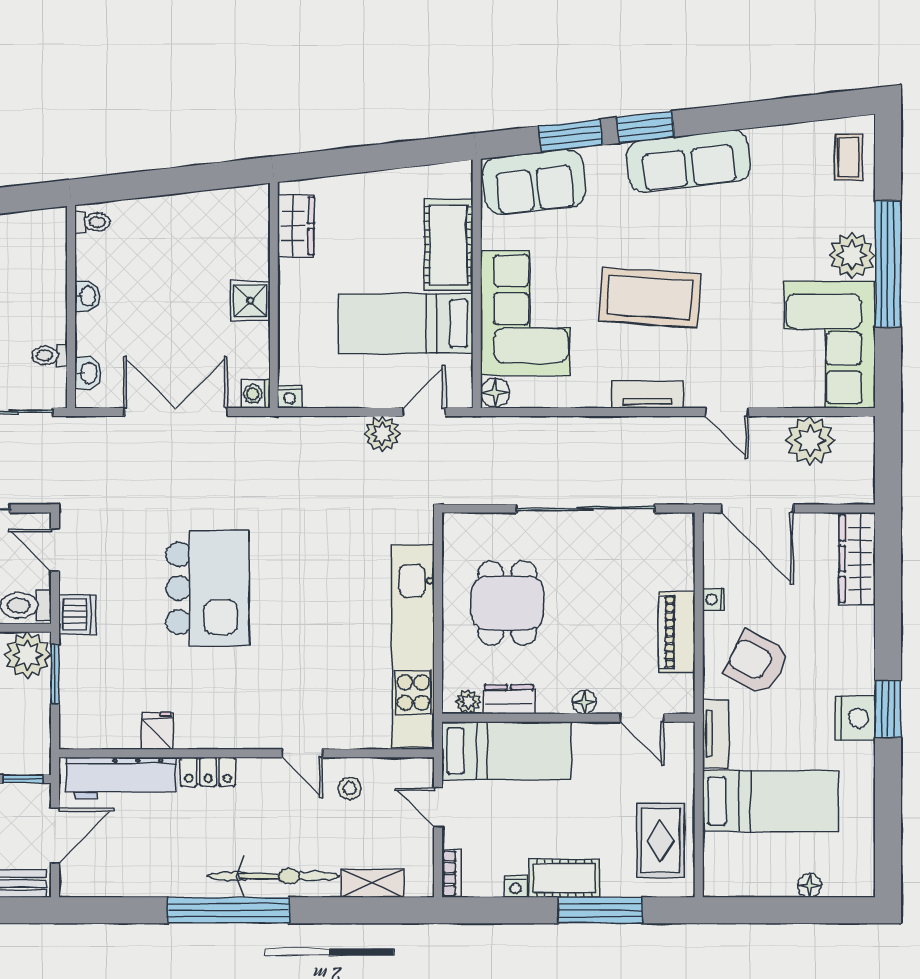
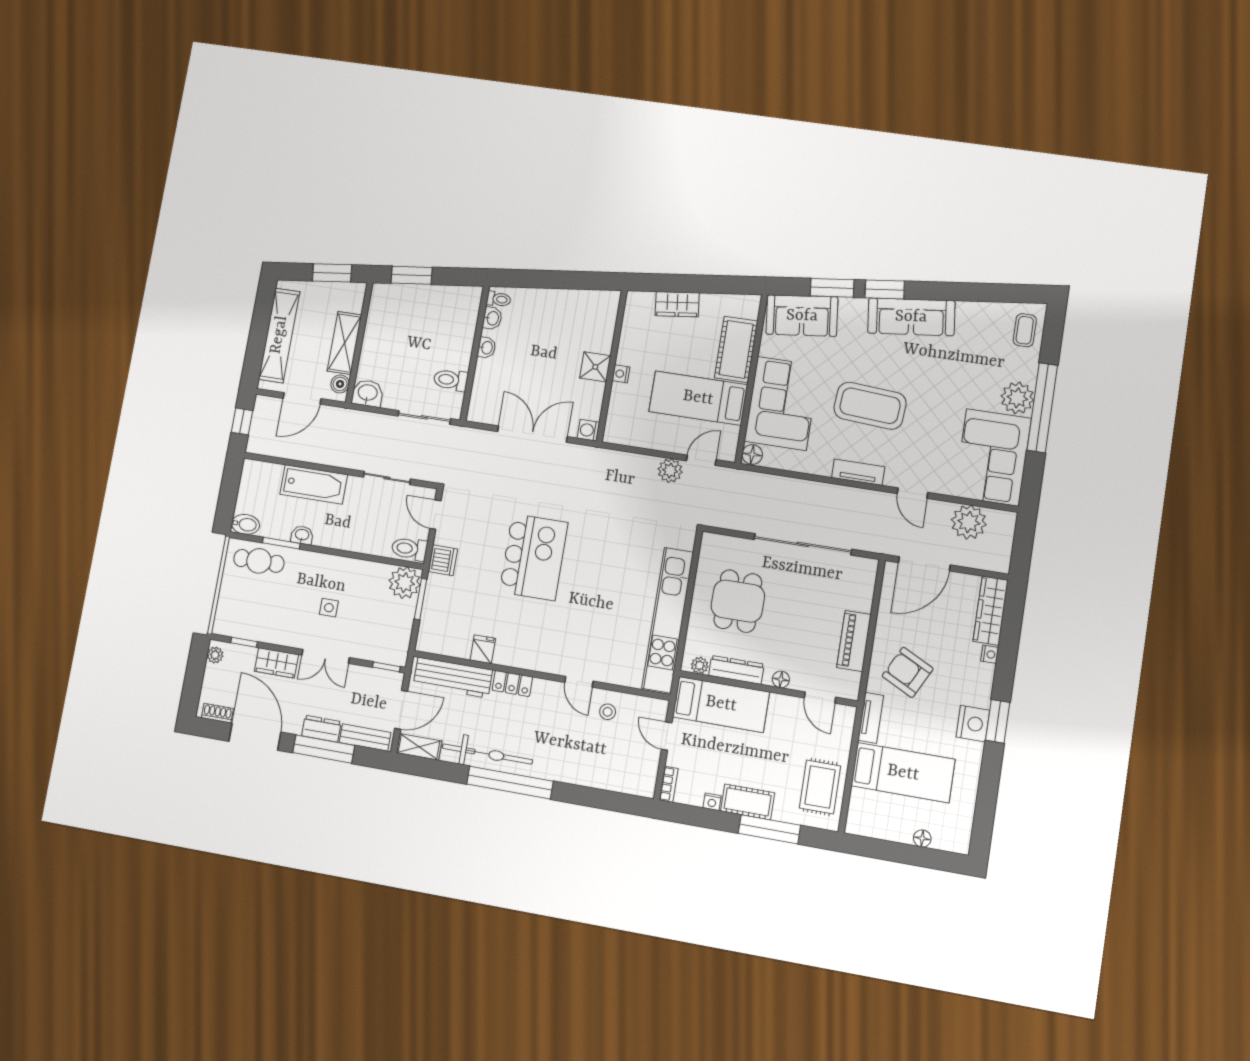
wardrobe: (296, 226) -> (677, 304), moved, turned 83
toilet: (50, 355) -> (451, 380), width x1.37, depth x1.39
washbasin: (88, 373) -> (492, 318), moved
nightstand: (290, 397) -> (621, 374), moved, turned 90
door: (757, 509) -> (924, 564), hinge flipped
nightstand: (713, 599) -> (990, 654), moved, turned 180
dresser: (509, 699) -> (736, 670), width x1.44
bicycle: (273, 876) -> (487, 754), moved
shelving: (372, 883) -> (419, 747), moved

